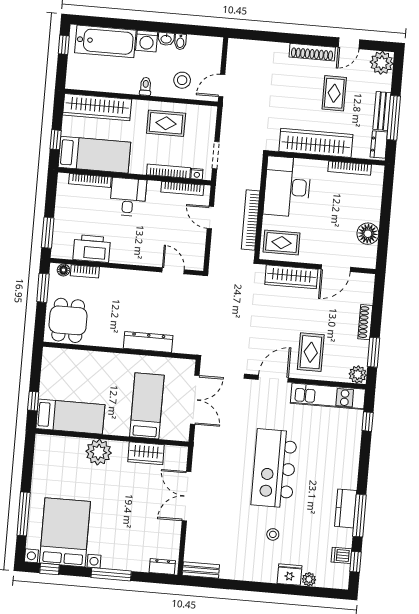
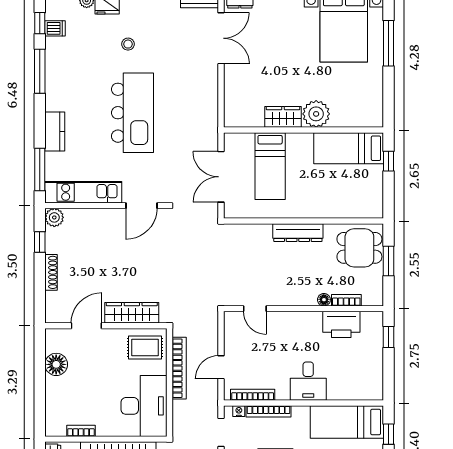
bookcase: (350, 168) -> (81, 431), width x0.64
bookcase: (90, 180) -> (349, 395), removed
door: (210, 217) -> (221, 367), swing flipped
window: (48, 233) -> (388, 337), width x0.67
floor lamp: (63, 270) -> (324, 300), moved
window: (43, 288) -> (388, 261), moved
dining table: (68, 320) -> (359, 248), turned 90
dresser: (148, 342) -> (298, 233), moved
rug: (311, 352) -> (105, 236), removed
window: (373, 352) -> (40, 242), width x0.67
window: (368, 422) -> (40, 170), width x2.17
wardrobe: (146, 453) -> (283, 117), moved
double door: (186, 496) -> (221, 38), moved
kitchen counter: (346, 508) -> (55, 131), moved

